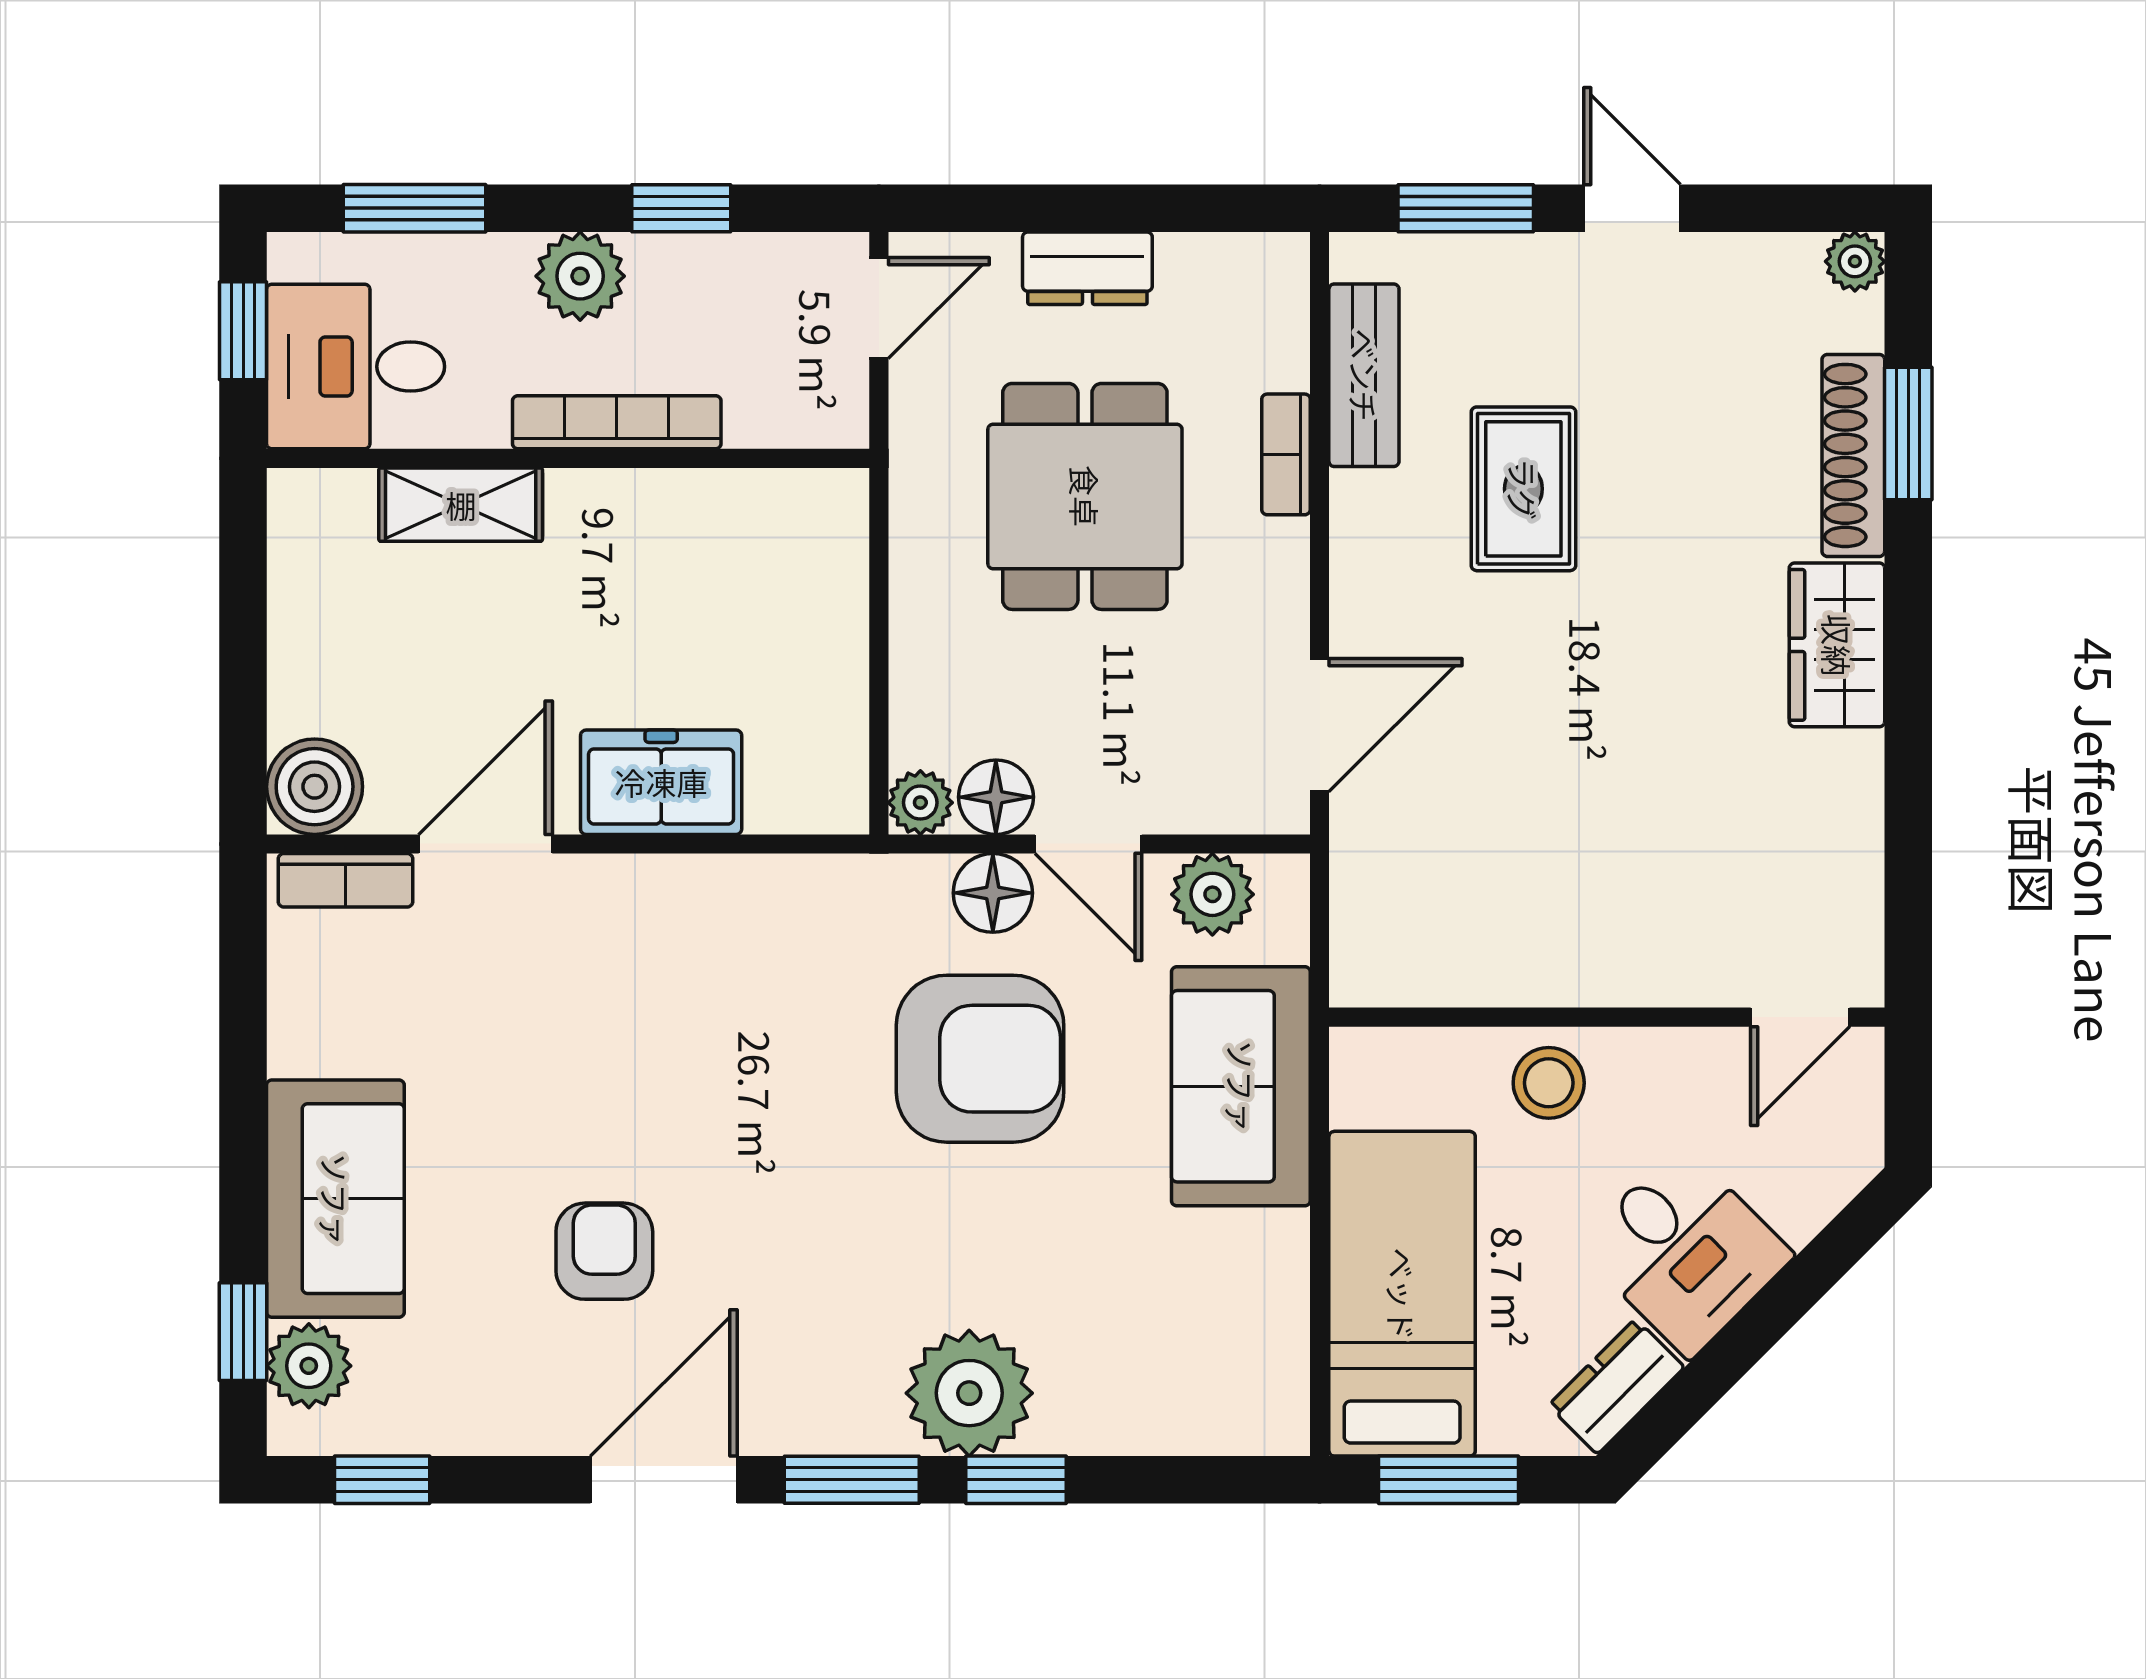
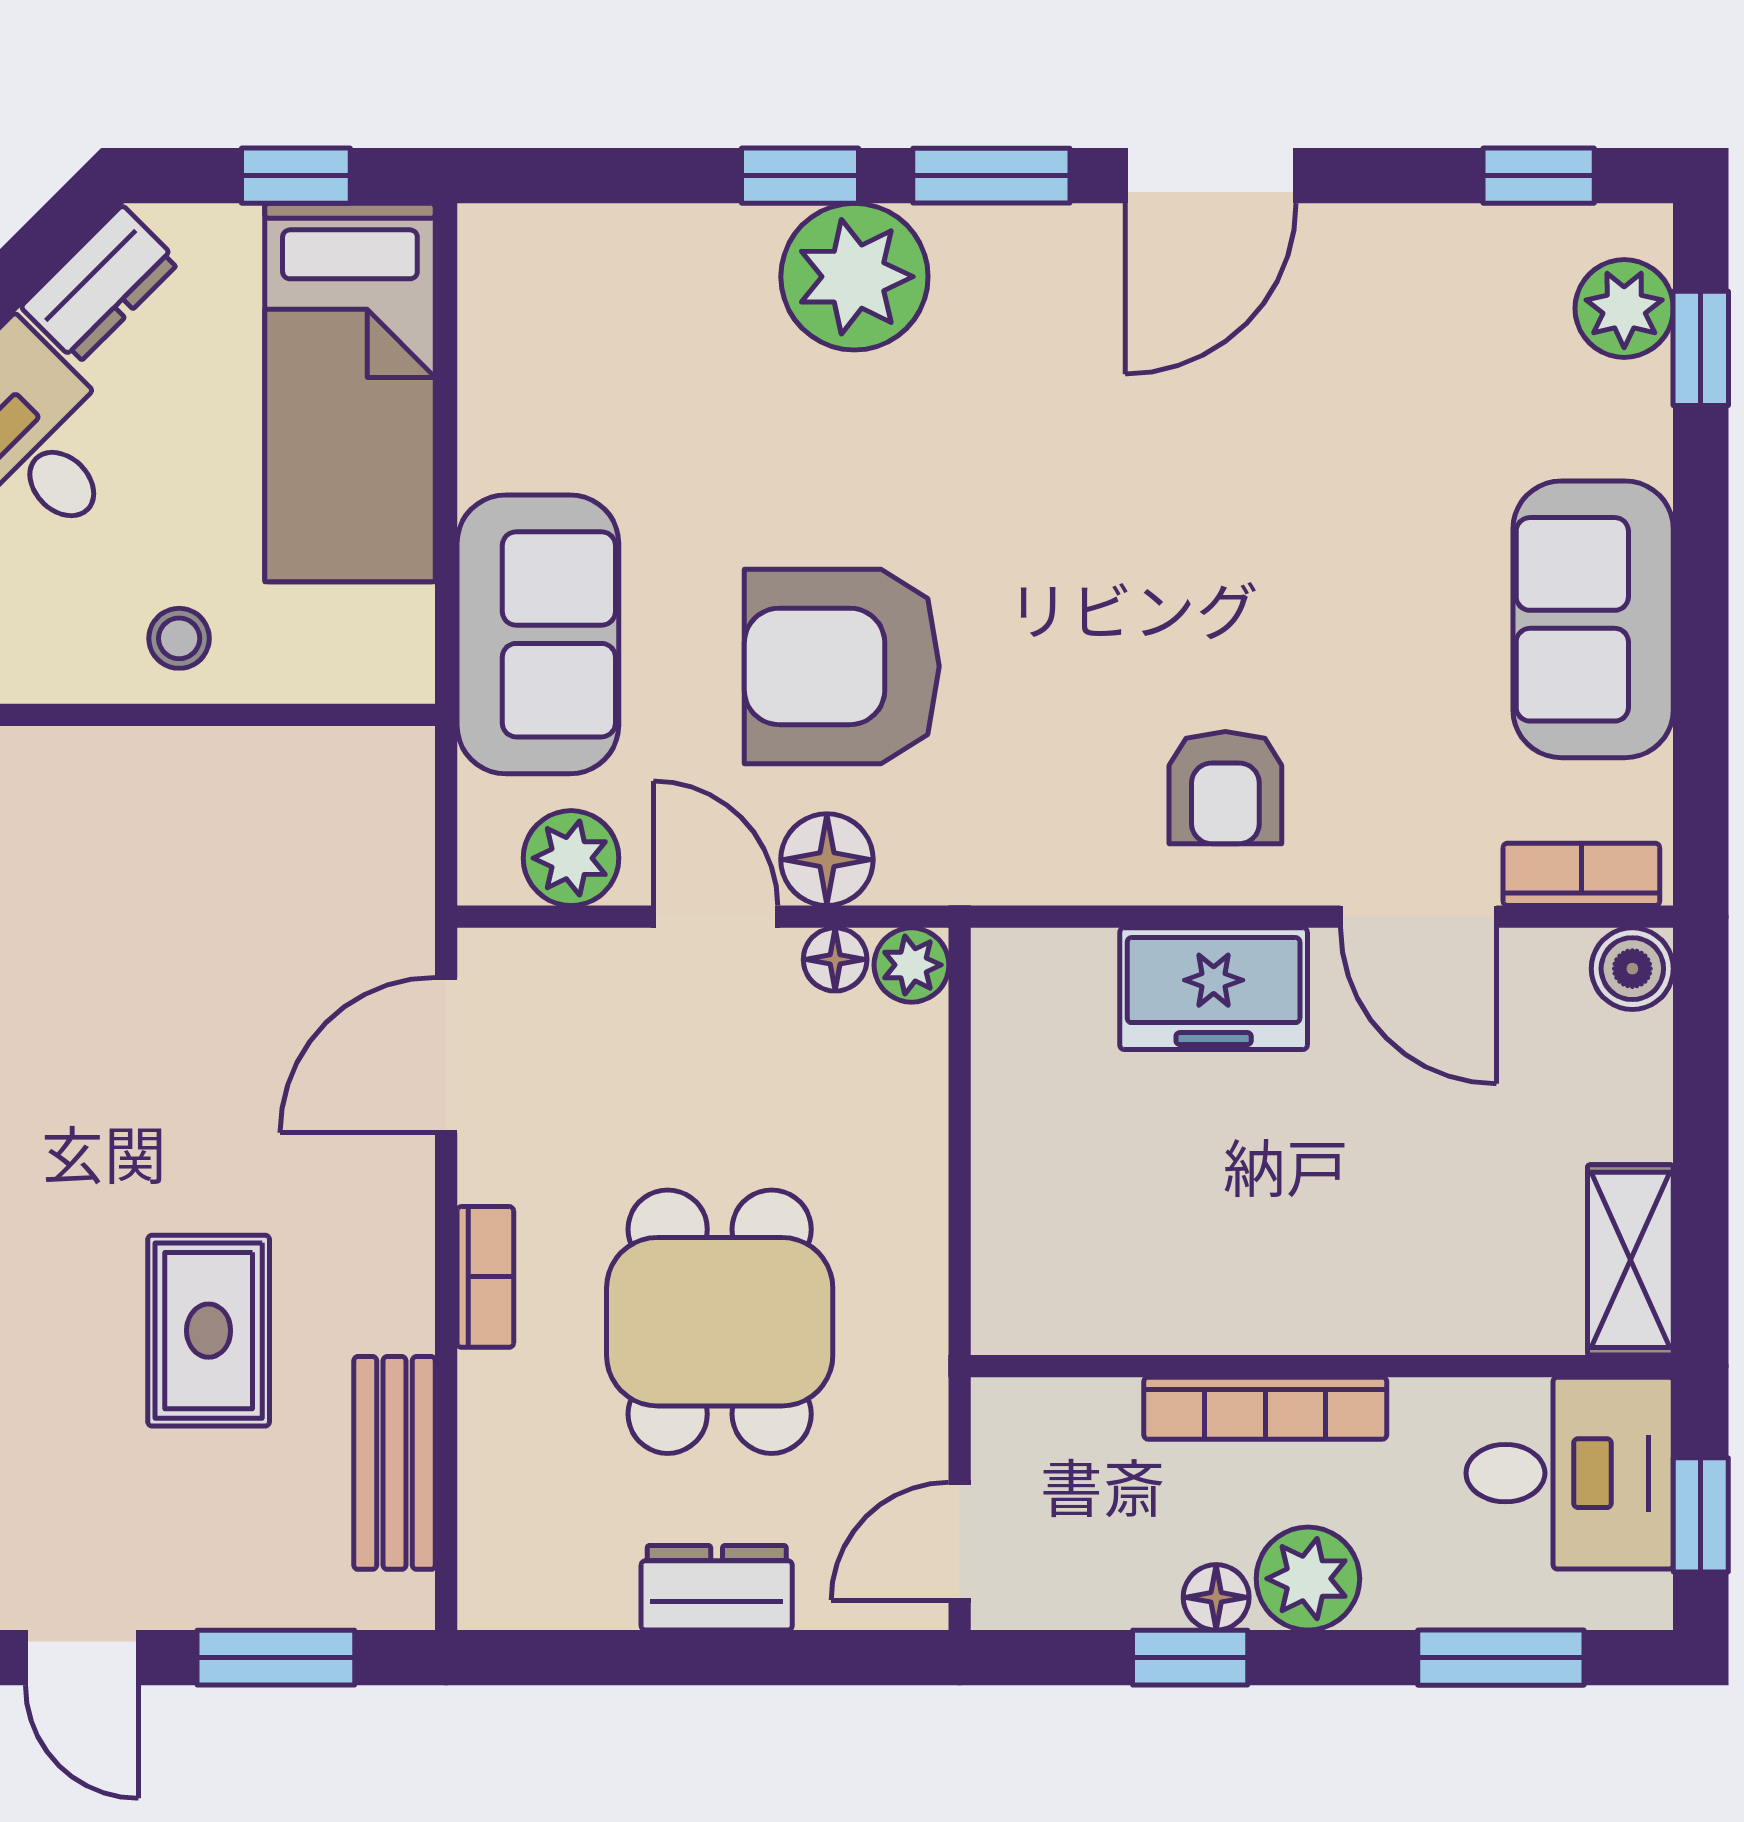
floor lamp: (659, 260) -> (1216, 1597), added
bookcase: (1286, 454) -> (485, 1277), moved
shelving: (461, 505) -> (1630, 1260), moved, turned 90
boiler: (315, 787) -> (1632, 969), width x0.73, depth x0.73
floor lamp: (996, 797) -> (835, 959), width x0.73, depth x0.73
door: (485, 844) -> (1418, 917), hinge flipped
stool: (1549, 1083) -> (179, 638), width x0.73, depth x0.73
sofa: (335, 1199) -> (1593, 619), moved
armchair: (604, 1251) -> (1225, 788), moved
window: (1448, 1480) -> (296, 176), width x0.67

